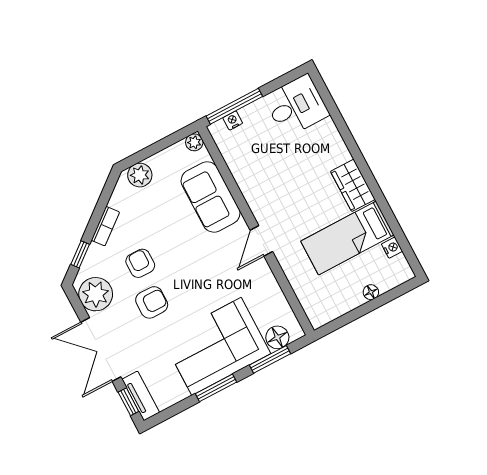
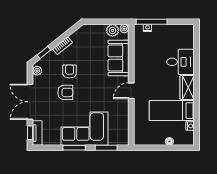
desk: (296, 106) -> (181, 62), moved
plant: (140, 175) -> (113, 30), moved
plant: (96, 294) -> (37, 71), width x0.53, depth x0.53
floor lamp: (277, 337) -> (115, 139), removed

